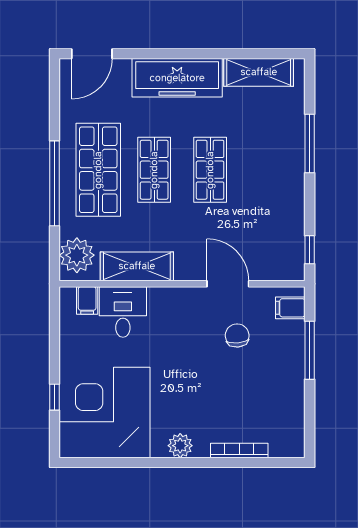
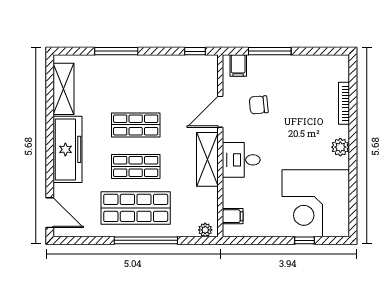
plant: (77, 255) -> (205, 230), width x0.53, depth x0.53
shelving: (137, 266) -> (207, 159), moved
desk: (123, 312) -> (241, 160), moved

